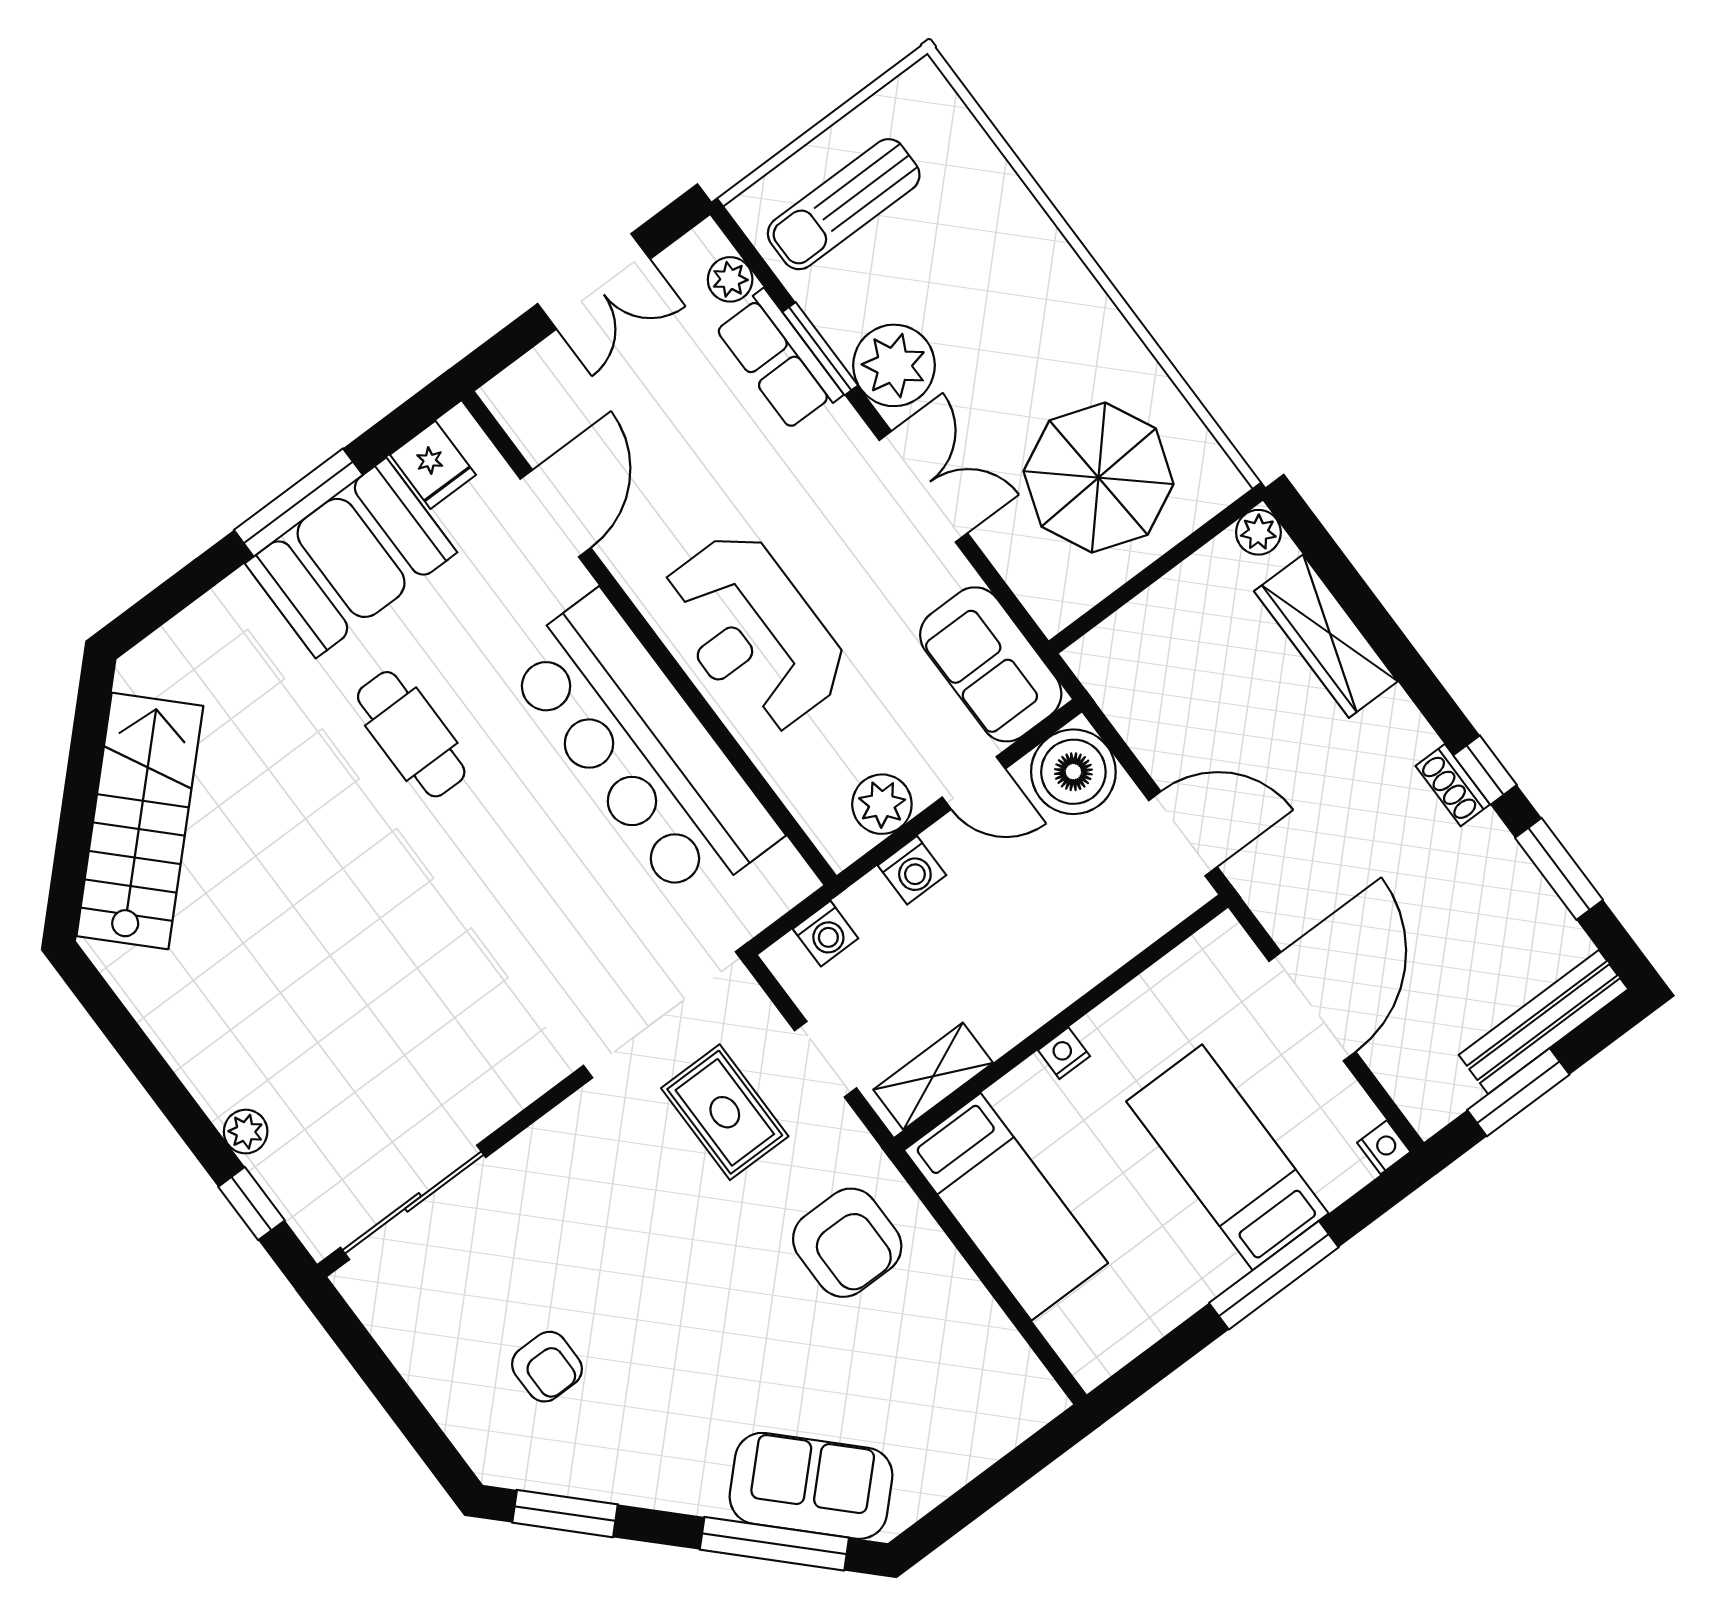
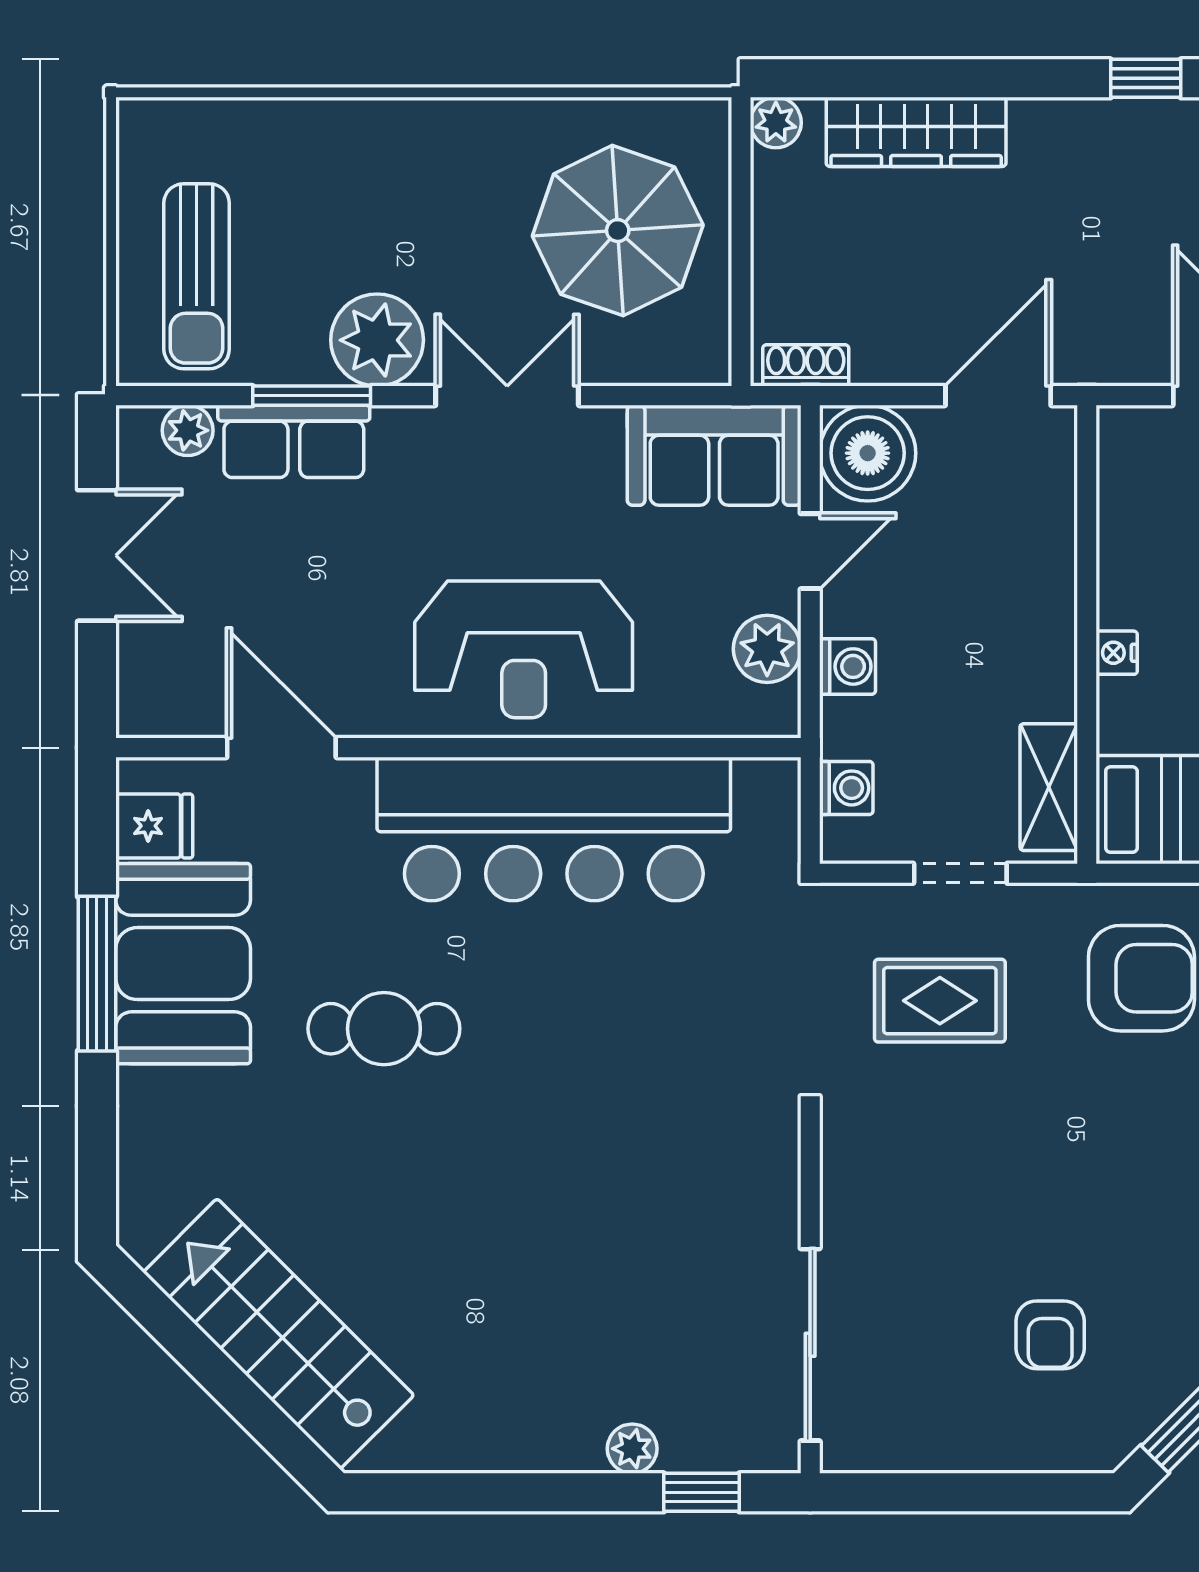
shoe rack: (1453, 785) -> (806, 365), moved, turned 180
armchair: (547, 1367) -> (1050, 1335), turned 90

